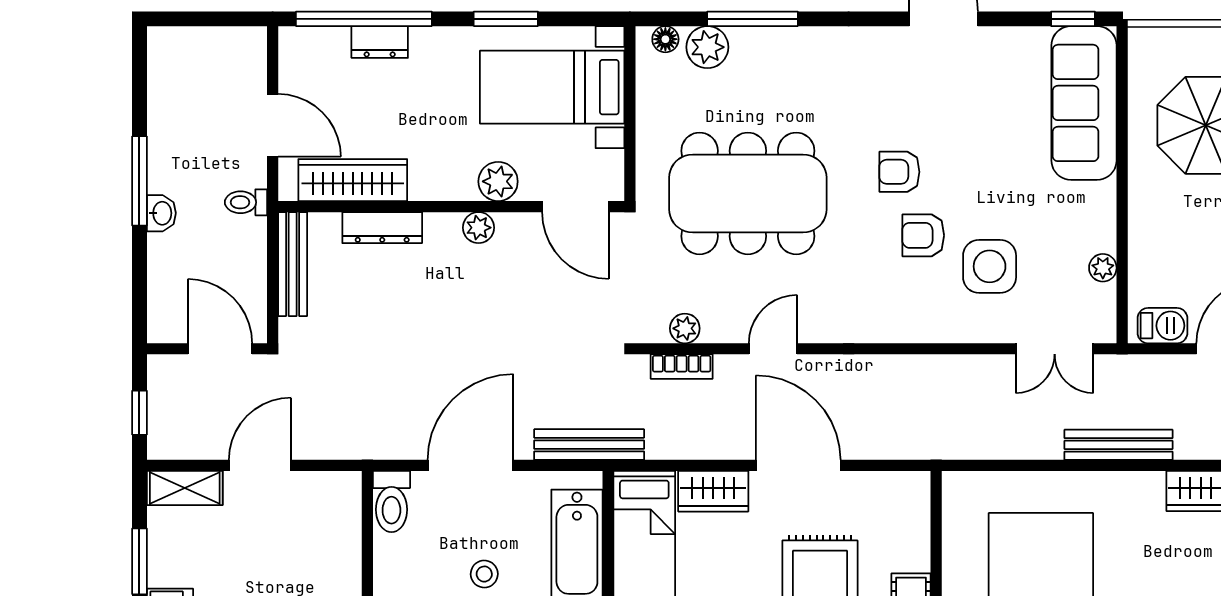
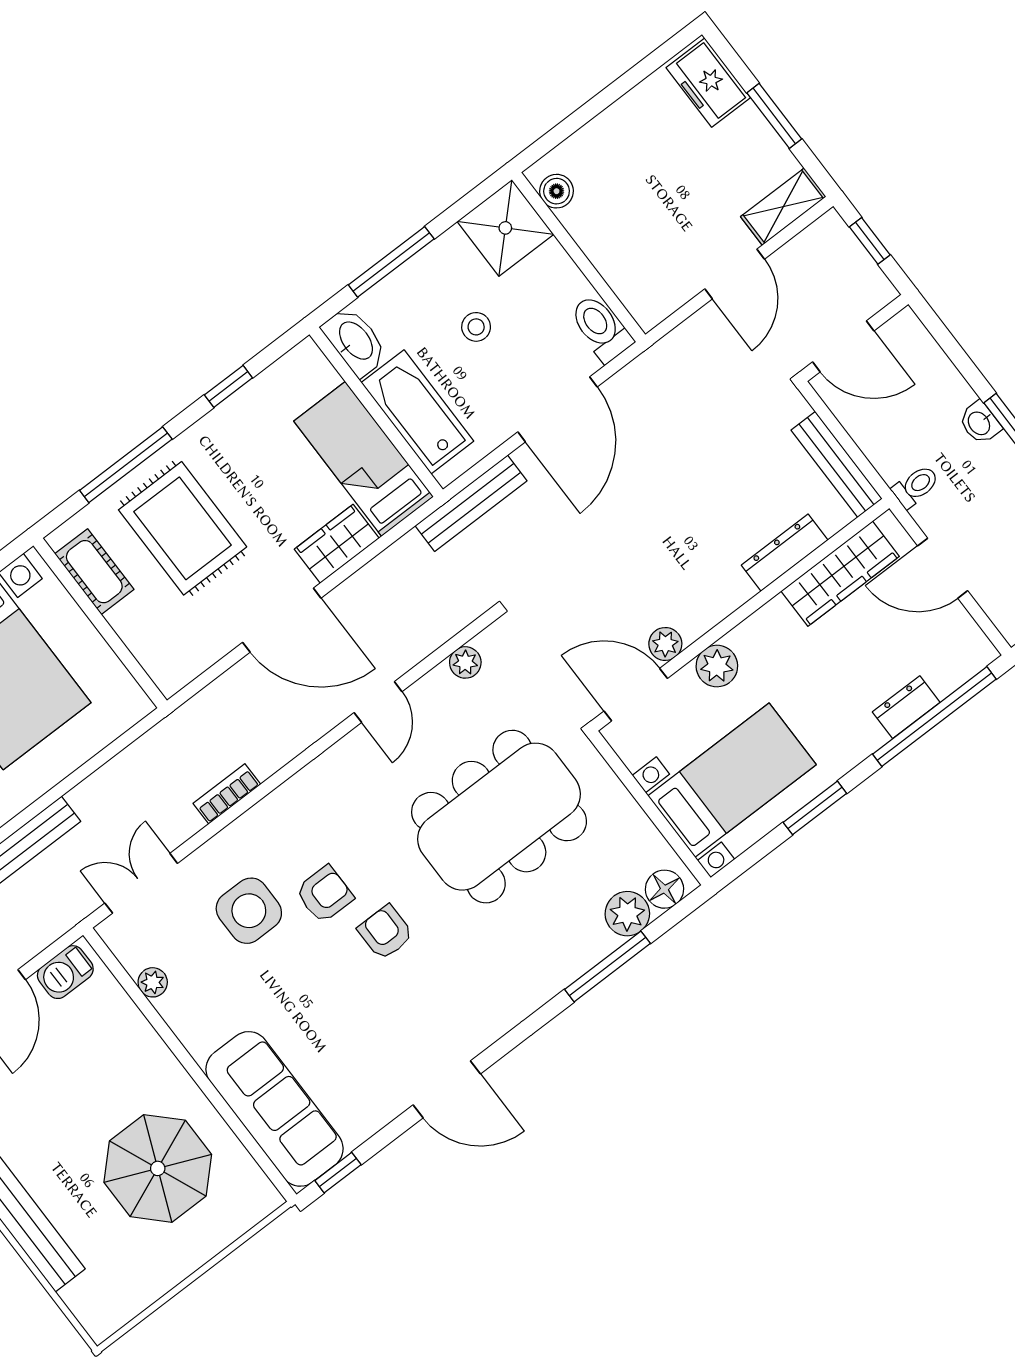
floor lamp: (665, 39) -> (664, 889), width x1.37, depth x1.37
armchair: (899, 172) -> (386, 932), turned -90
plant: (478, 228) -> (665, 644), moved
bookcase: (682, 367) -> (227, 794), moved

